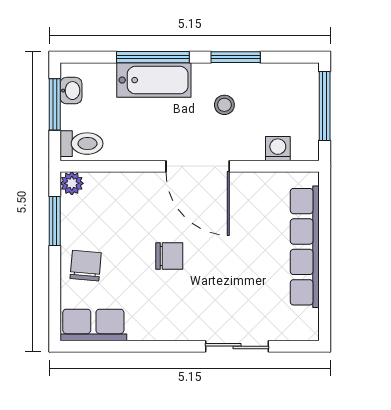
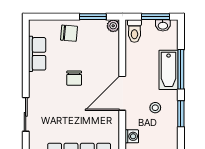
row of seats: (93, 325) -> (37, 54), moved

